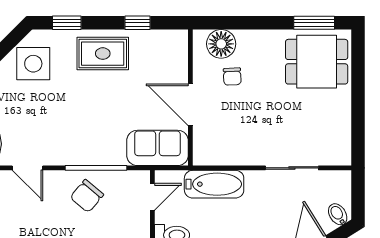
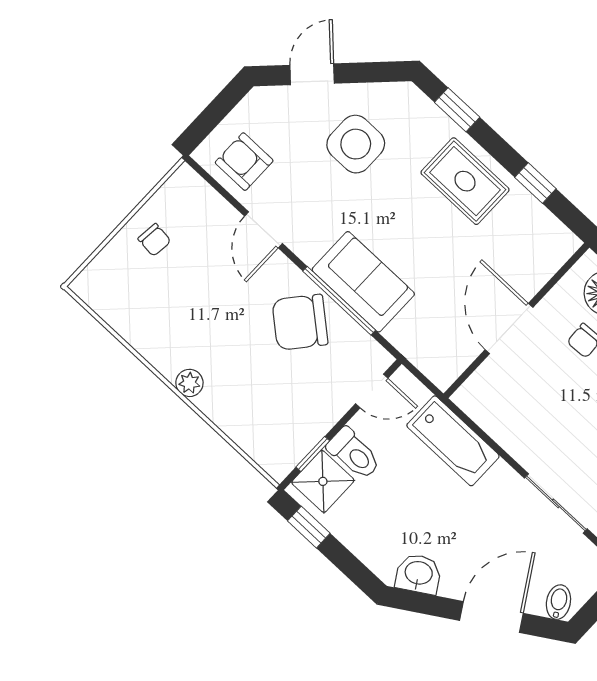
side table: (33, 64) -> (356, 144), moved
sofa: (157, 148) -> (363, 282), moved
chair: (87, 196) -> (300, 322), width x1.37, depth x1.37

